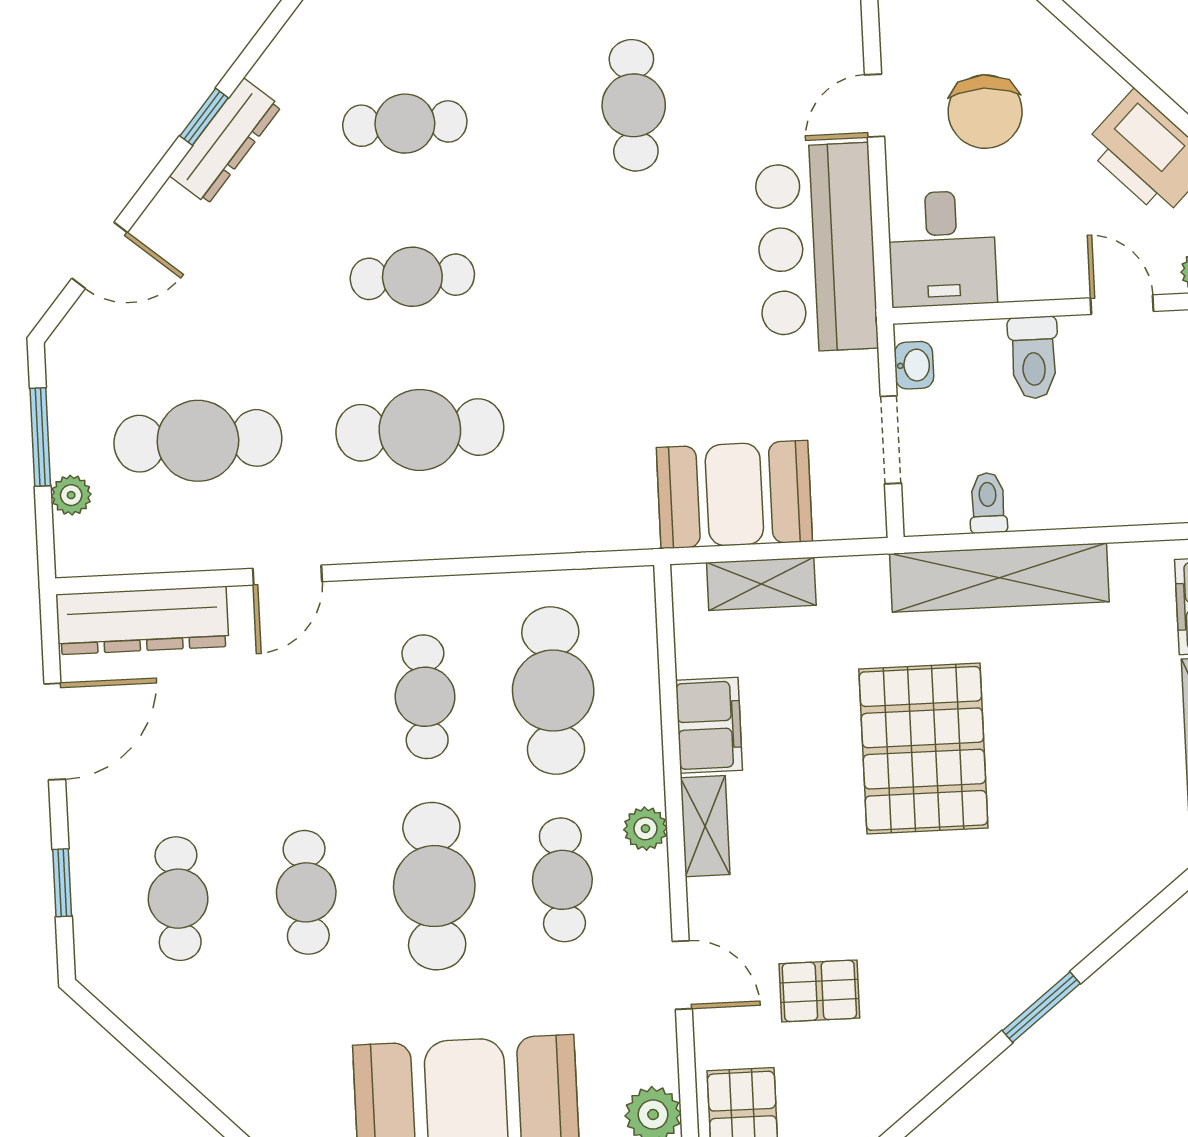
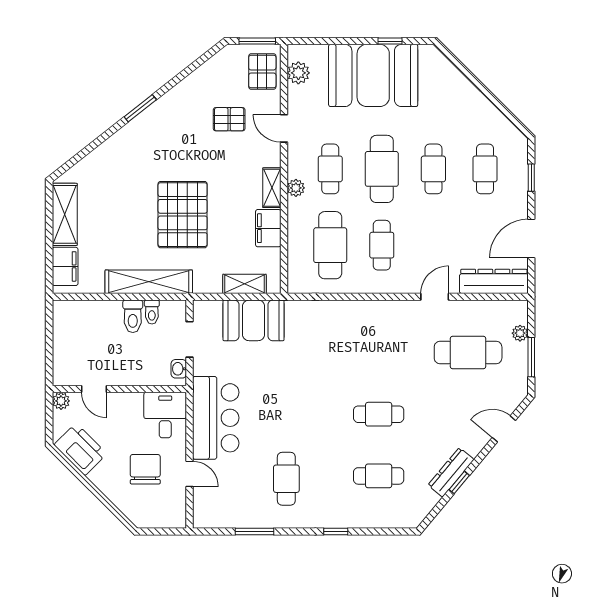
door: (874, 106) -> (190, 474), hinge flipped
toilet: (1034, 358) -> (133, 316), moved, turned 180
cafe table: (420, 430) -> (379, 353), removed

